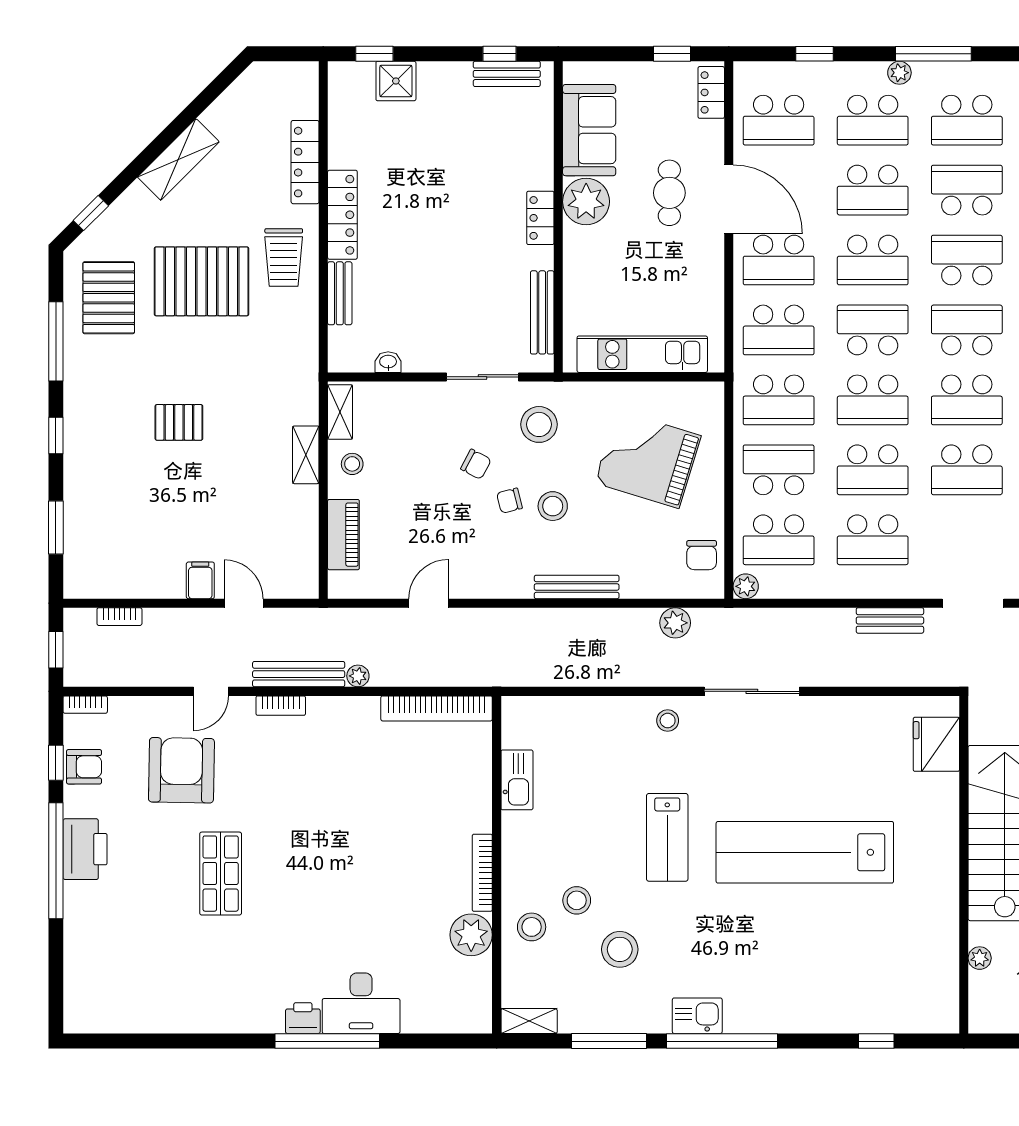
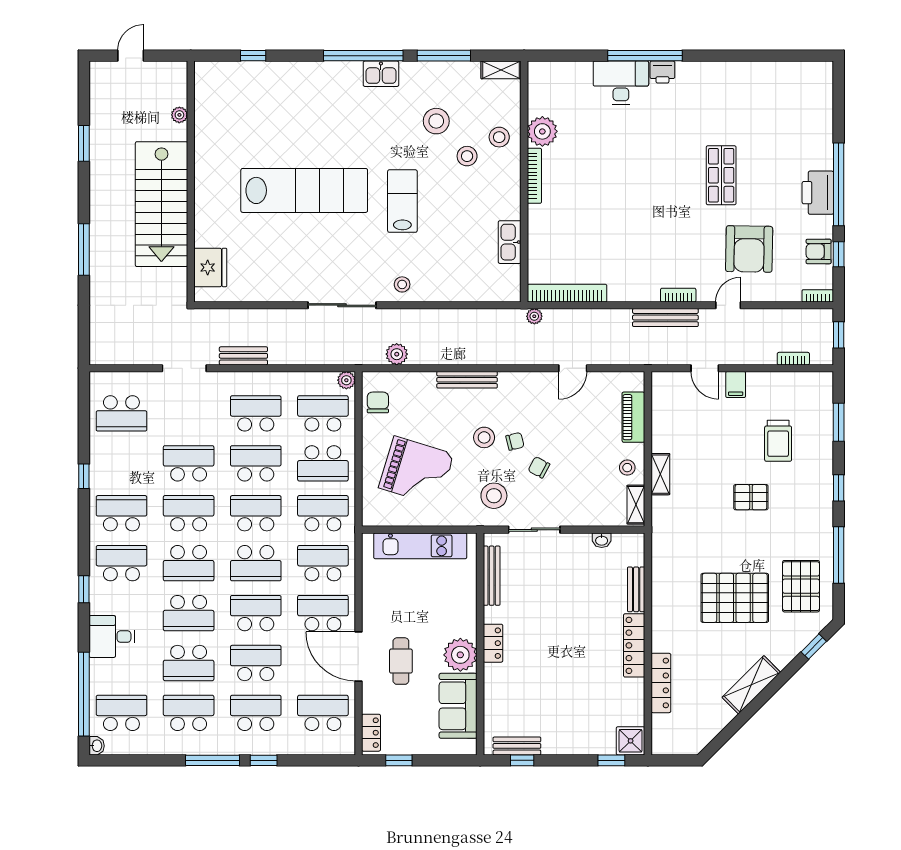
window: (814, 54) -> (264, 760), moved
plant: (899, 73) -> (237, 747), removed
shower: (396, 81) -> (631, 741), moved
trolley: (284, 257) -> (778, 441), moved, turned 180
plant: (358, 676) -> (534, 316), moved

